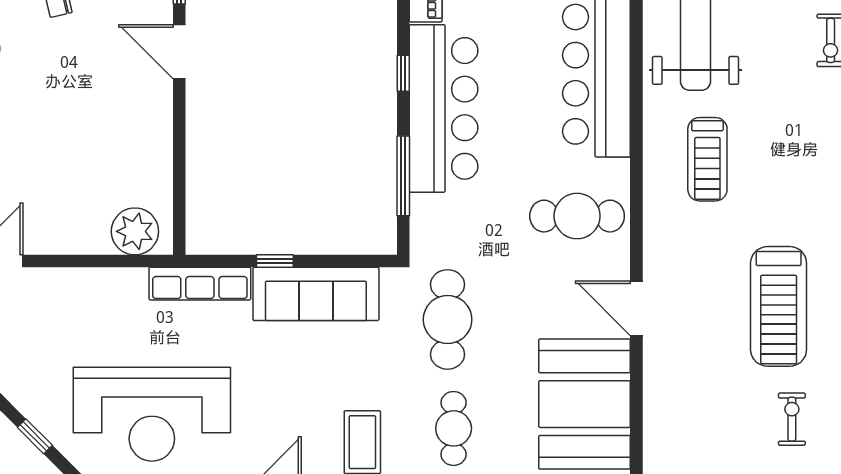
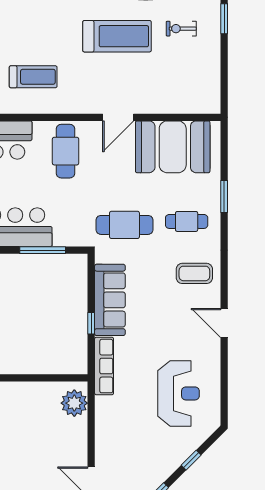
reception desk: (152, 414) -> (178, 393), width x0.74, depth x0.77

